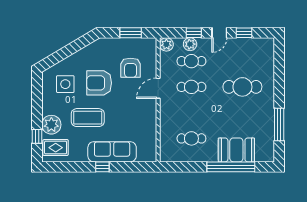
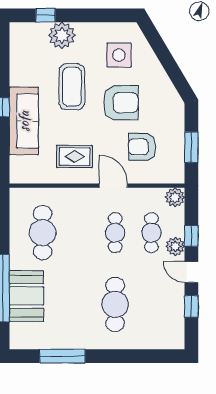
plant: (190, 44) -> (175, 246), moved
armchair: (99, 83) -> (121, 103), turned 90
cafe table: (191, 138) -> (43, 233), width x1.37, depth x1.35
rug: (56, 148) -> (75, 157), moved, turned 90

